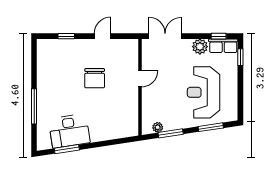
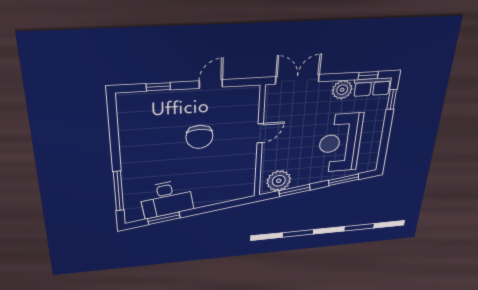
window: (34, 106) -> (118, 191), moved
plant: (158, 127) -> (279, 181), width x1.88, depth x1.88

